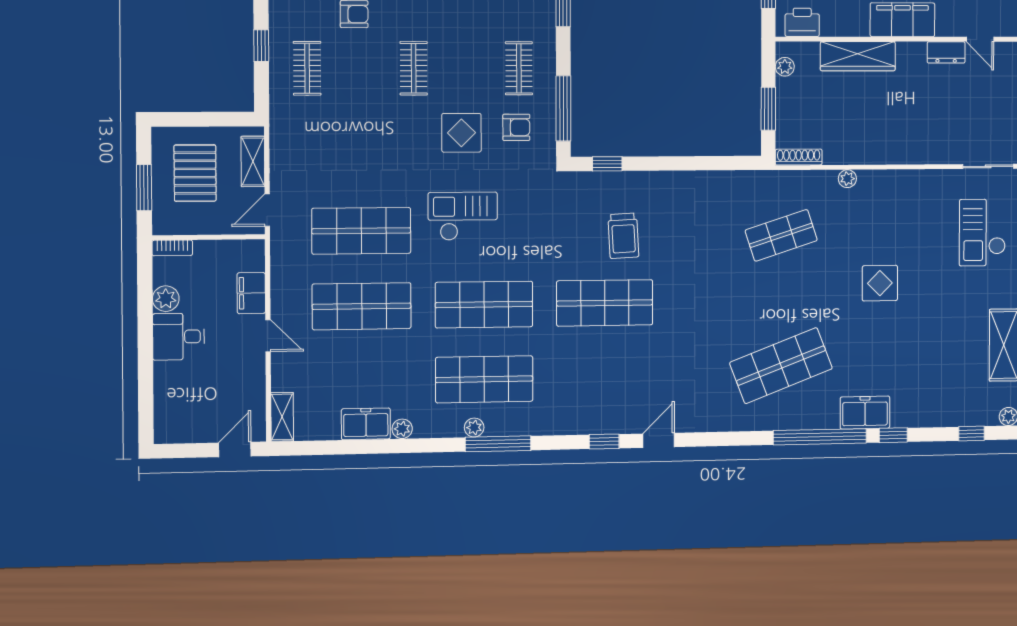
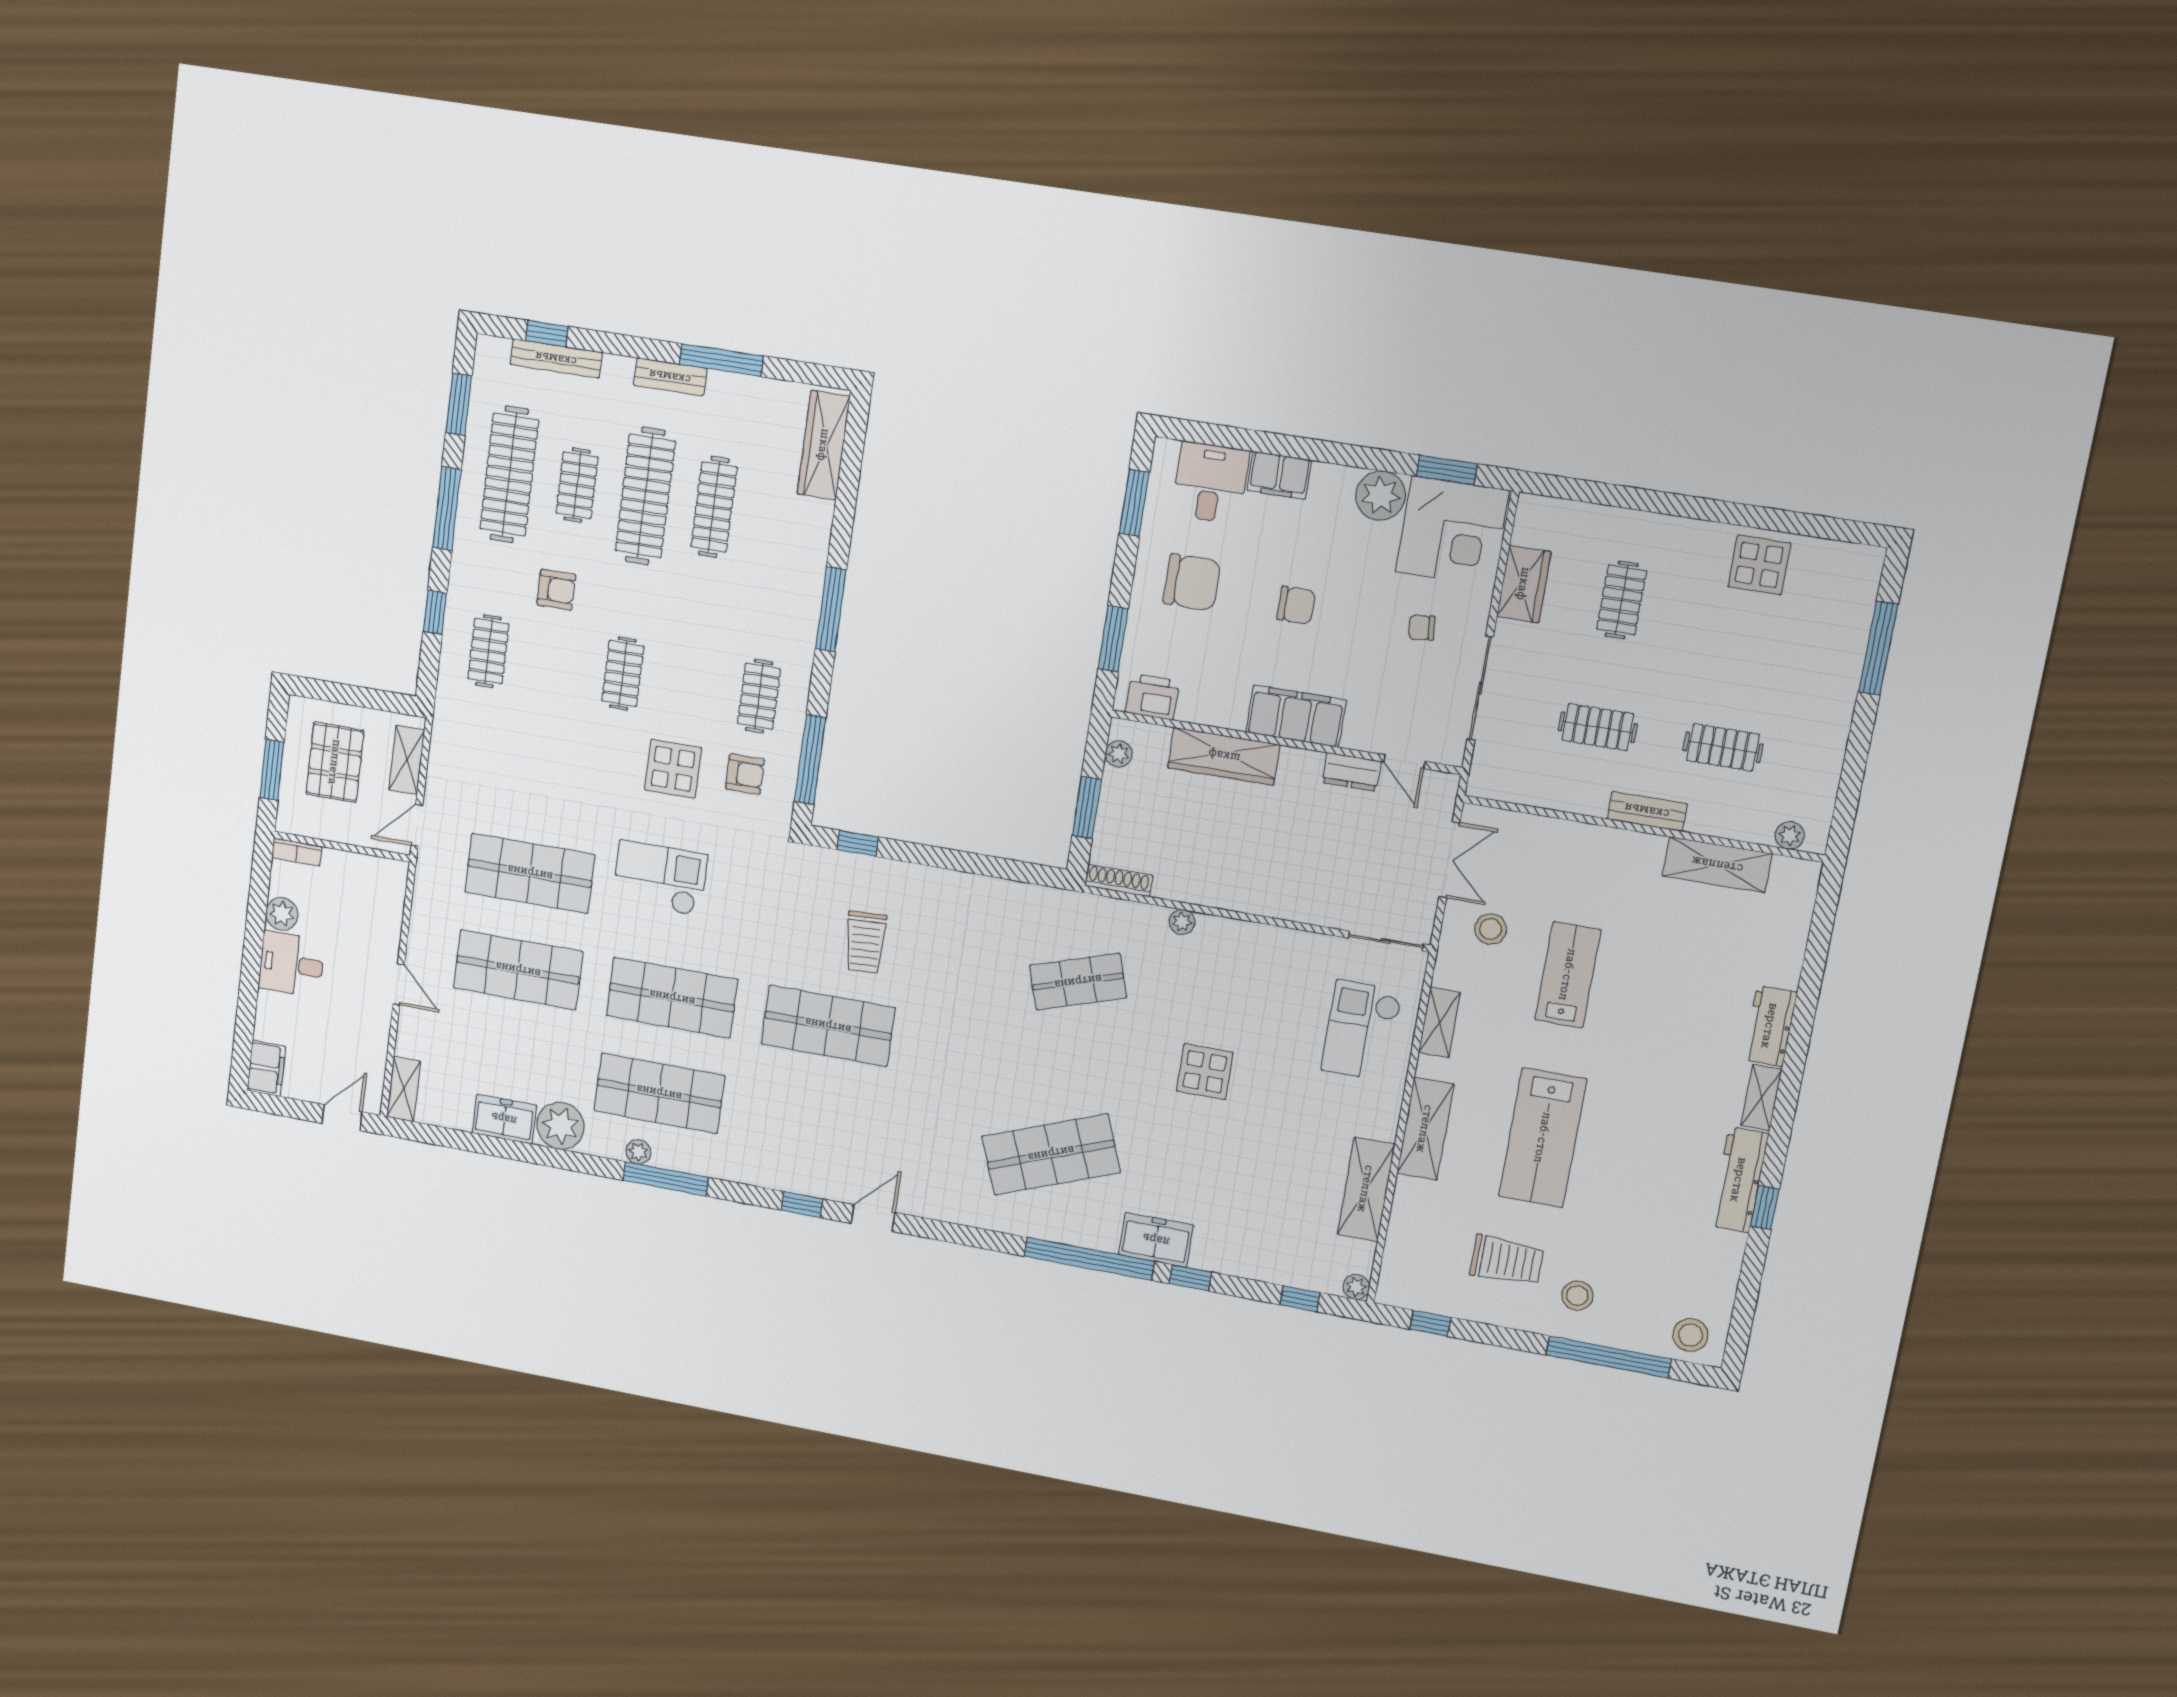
filing cabinet: (251, 293) -> (266, 1068), moved, turned 180
plant: (402, 429) -> (561, 1126), width x1.88, depth x1.88

